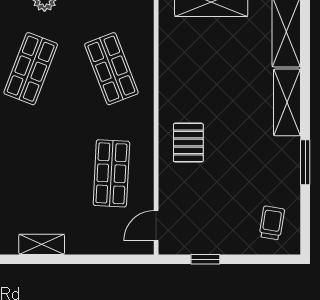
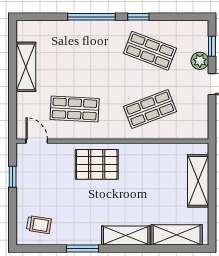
pallet: (188, 143) -> (97, 164), width x1.50, depth x1.42
shelving: (42, 244) -> (26, 67), width x1.50, depth x1.33

